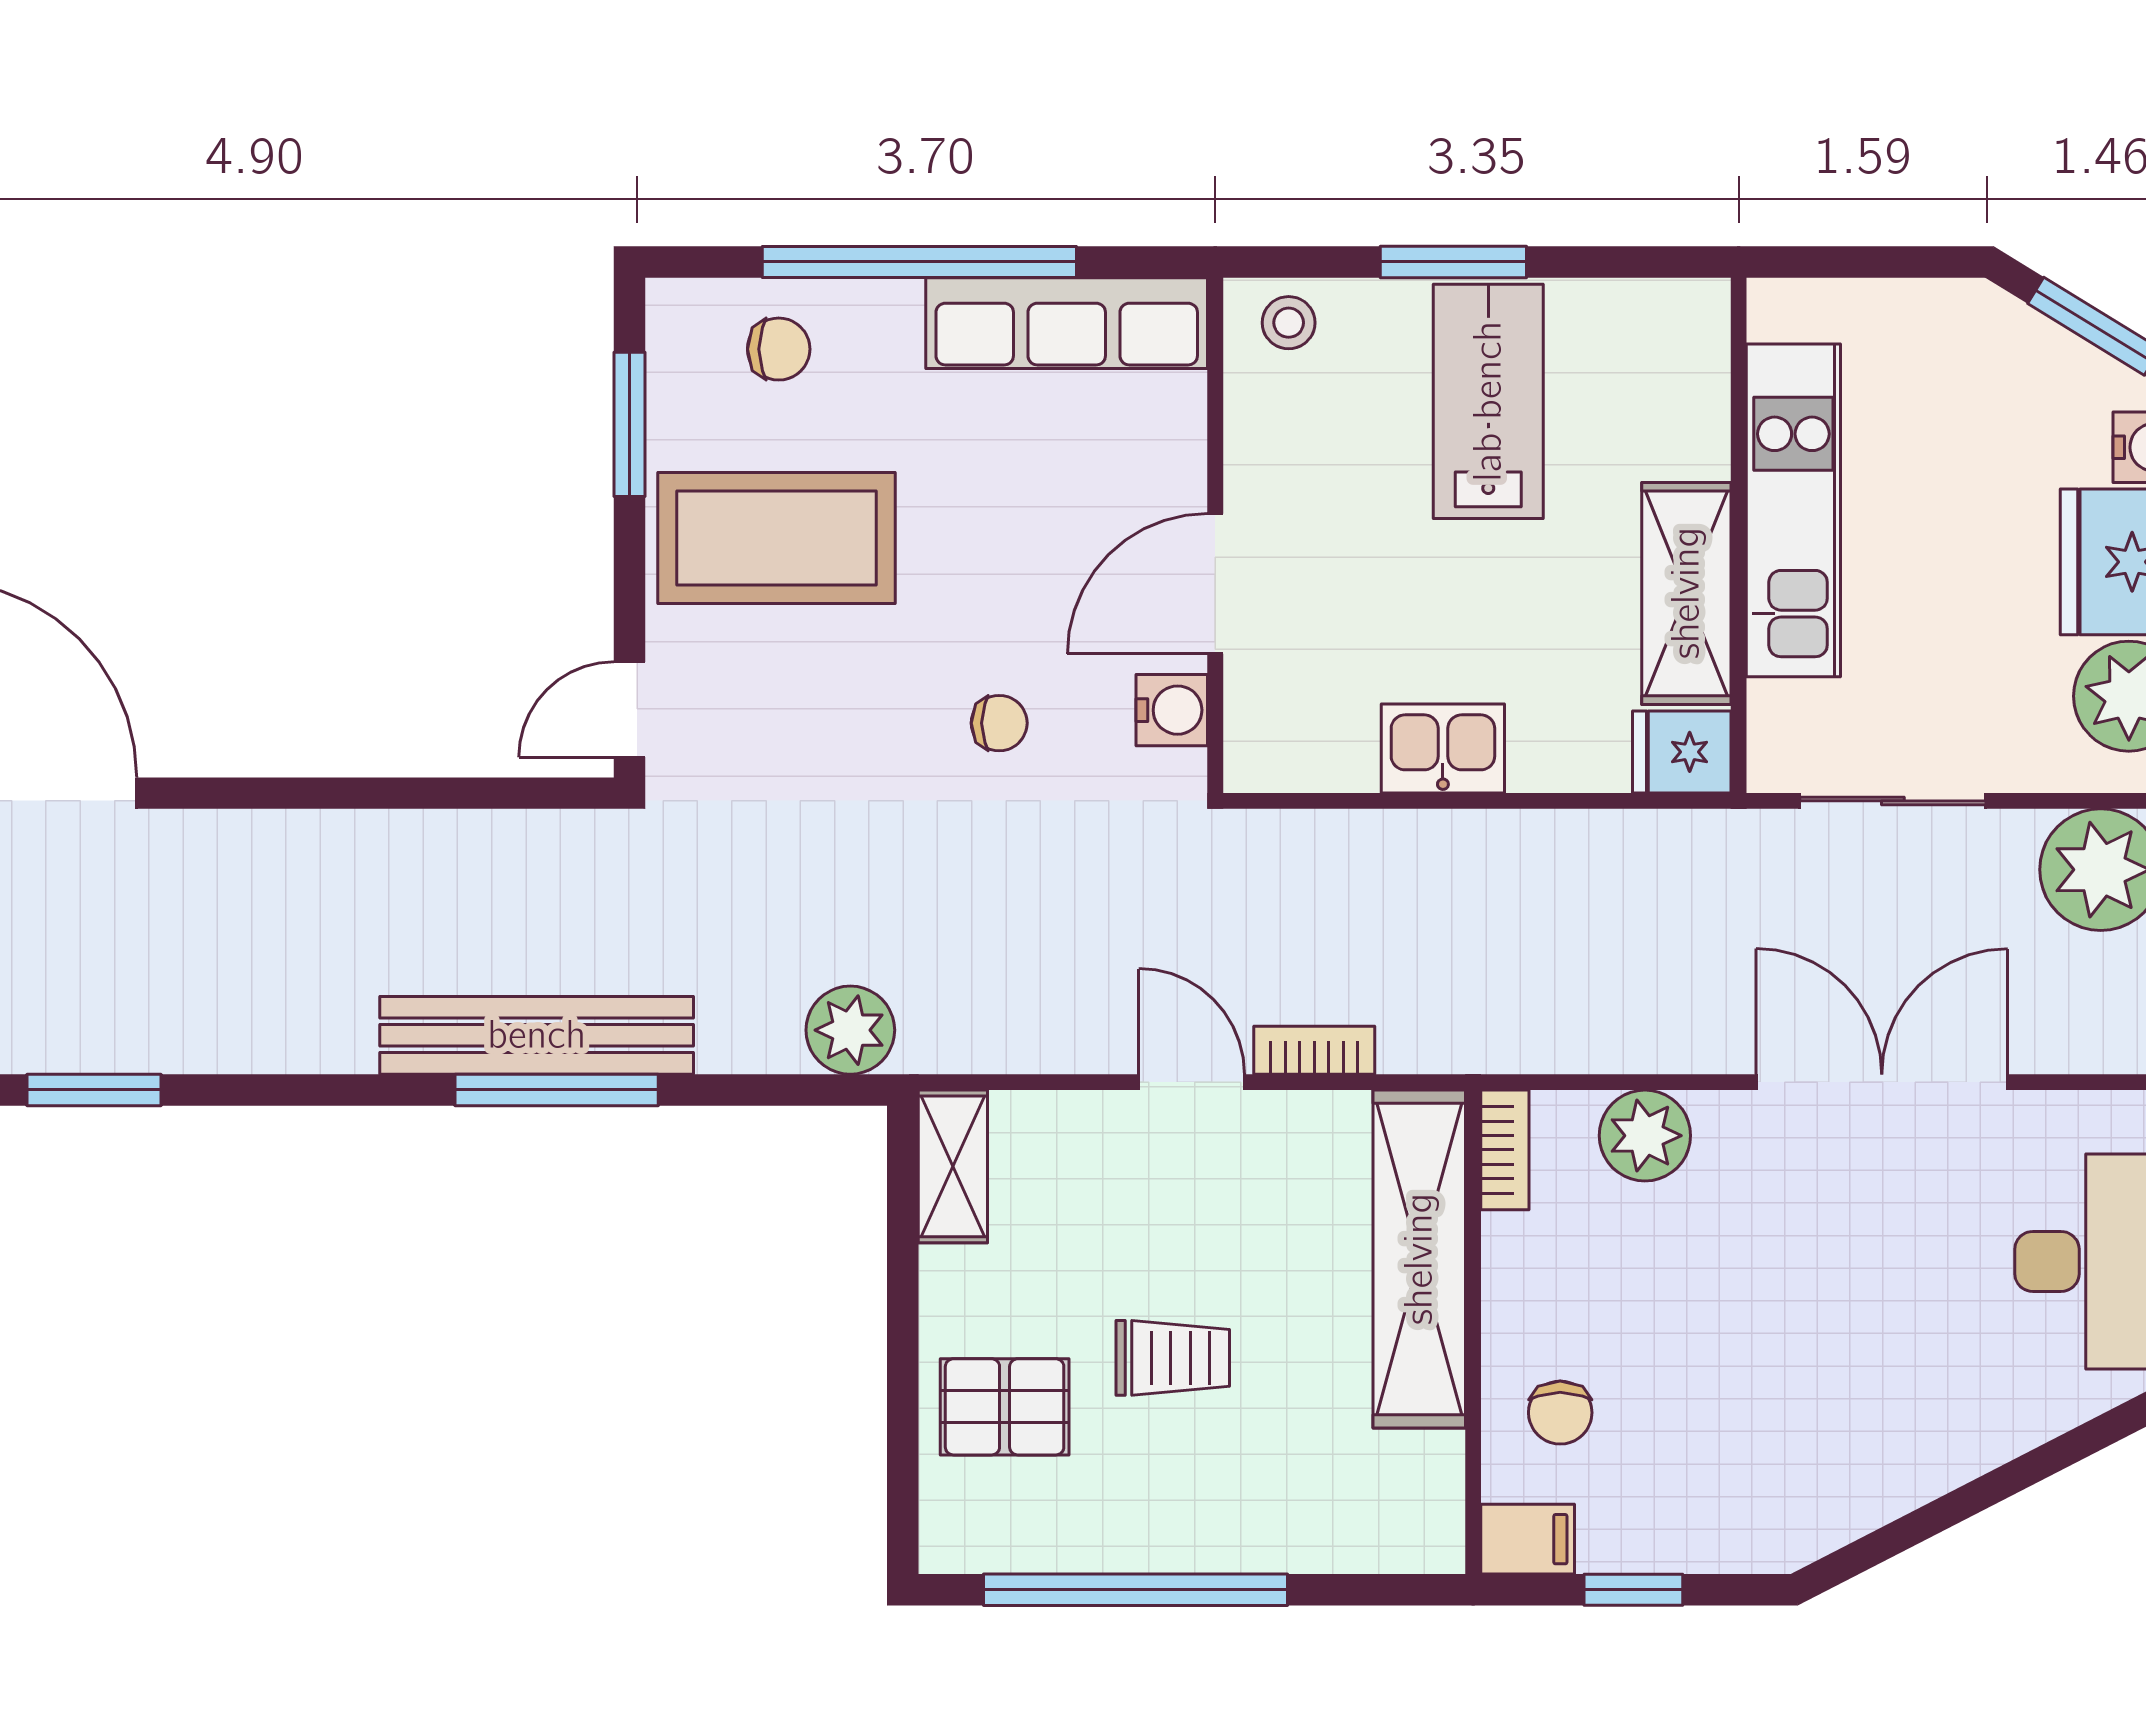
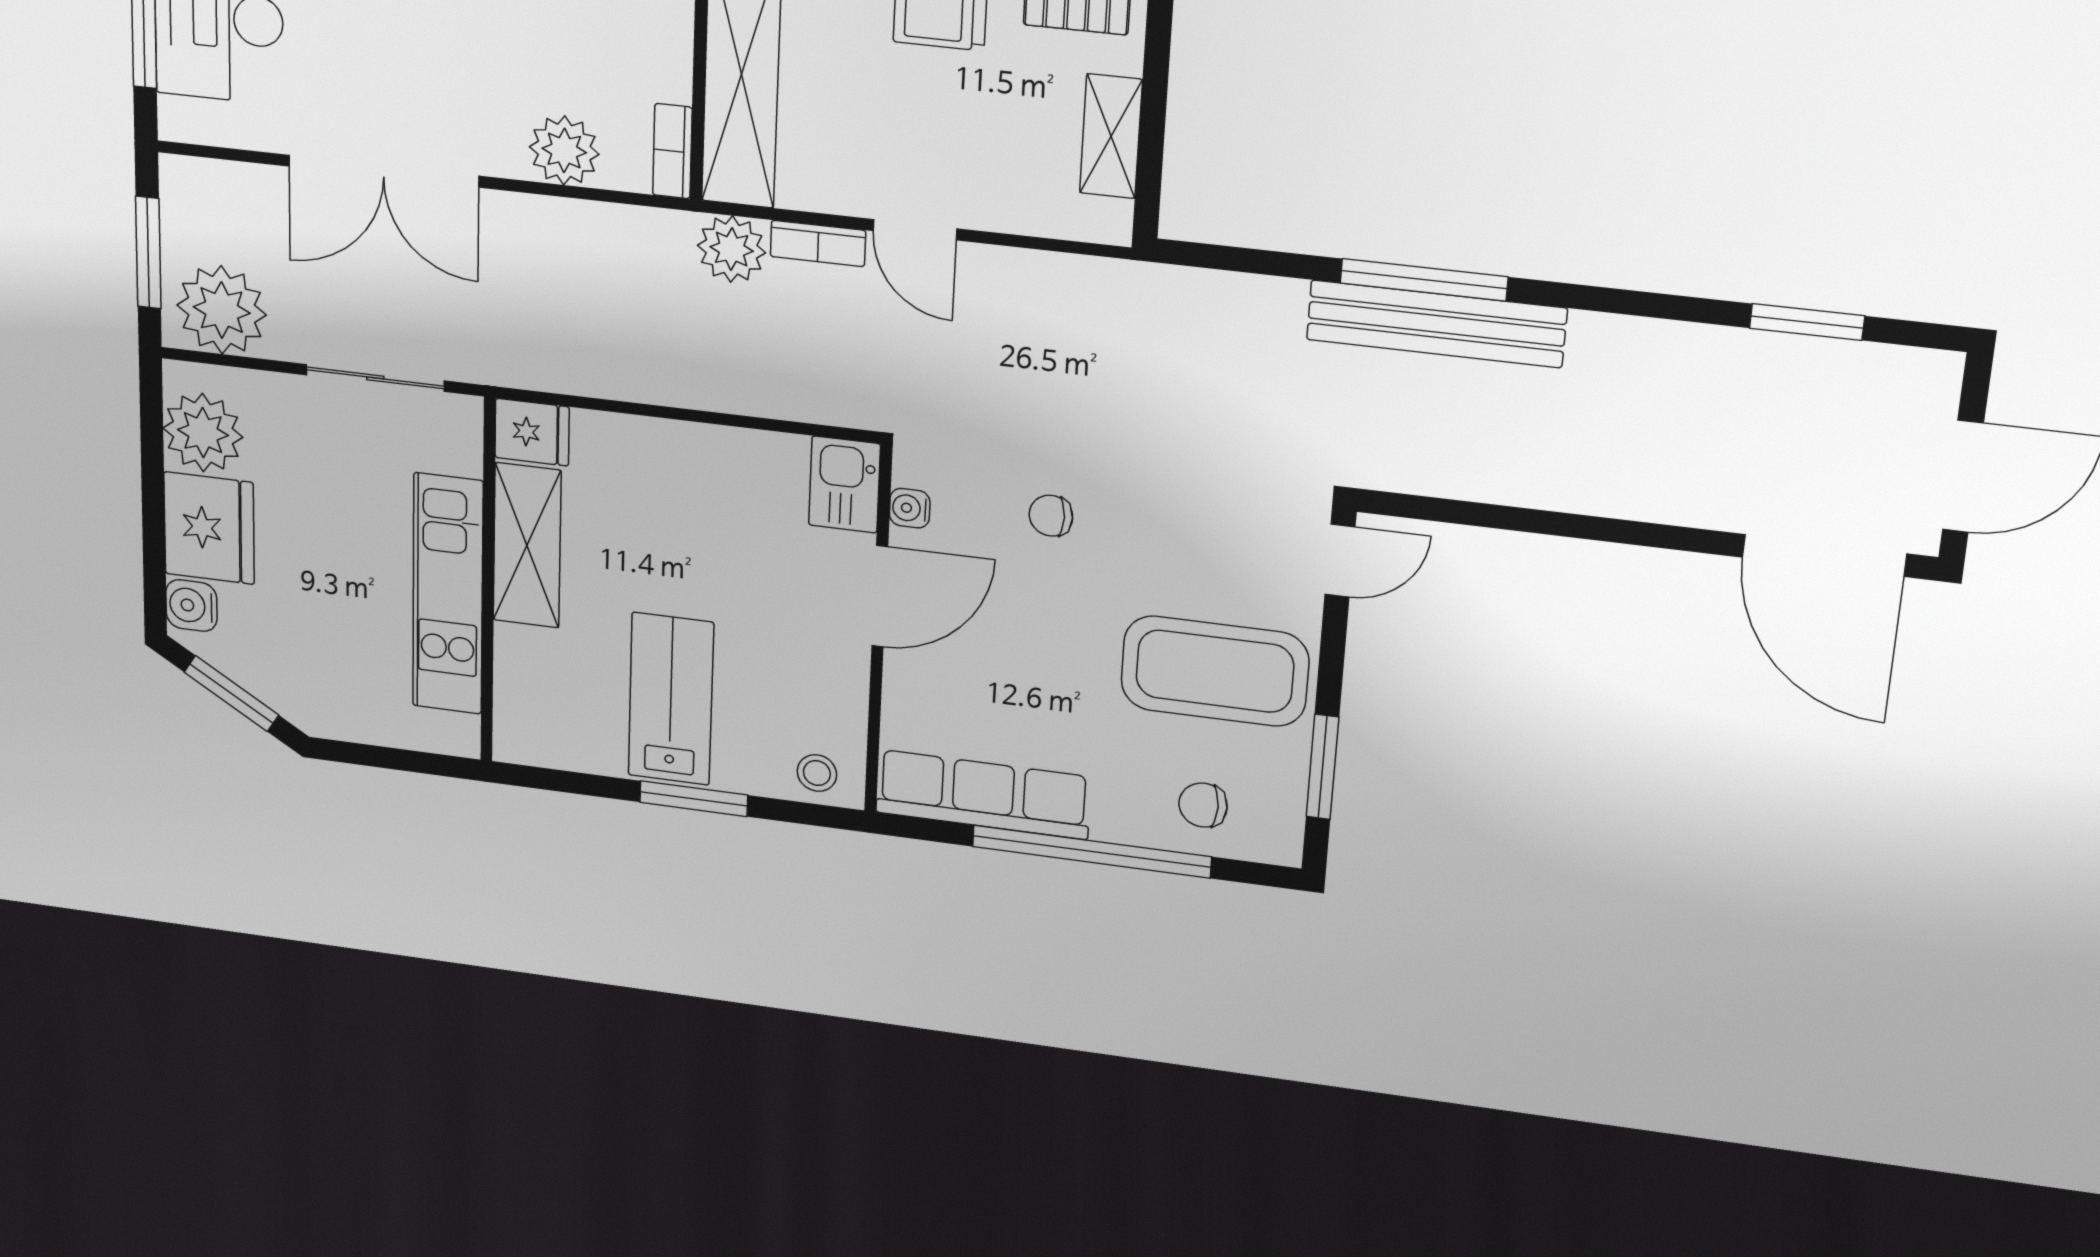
lab bench: (1488, 401) -> (671, 699), turned 180
water cooler: (1172, 710) -> (910, 508), width x0.72, depth x0.72
kitchen sink: (1443, 749) -> (844, 485), moved, turned 90
plant: (850, 1030) -> (732, 249), moved
shelving: (953, 1166) -> (1111, 136), moved

